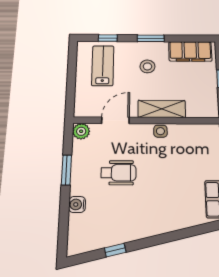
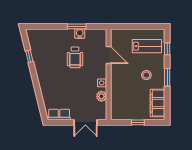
shelving: (162, 109) -> (117, 84), removed
plant: (81, 131) -> (101, 96), moved
water cooler: (77, 204) -> (80, 34), moved

